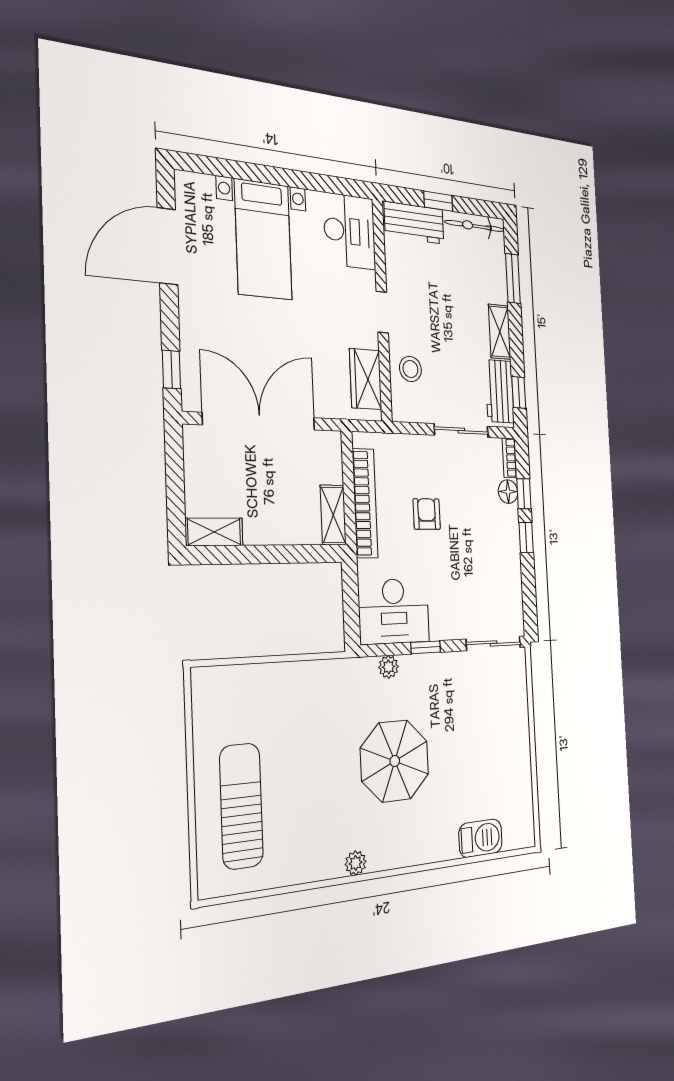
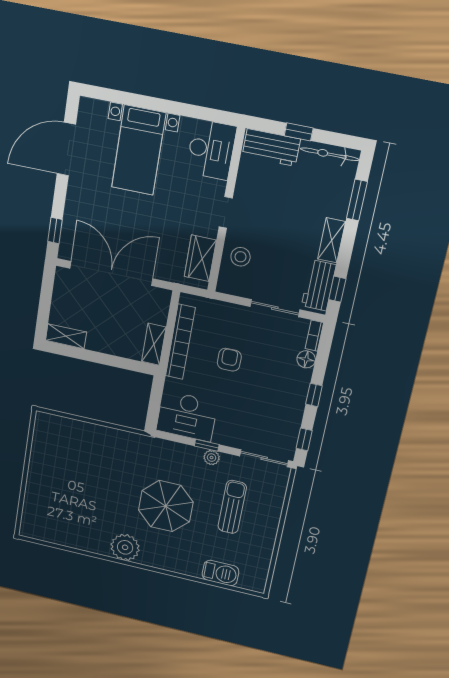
window: (524, 494) -> (304, 439), moved
plant: (389, 667) -> (212, 458), moved
sun lounger: (241, 806) -> (232, 507), moved, width x0.73, depth x0.75
plant: (356, 863) -> (125, 547), width x1.87, depth x1.87

